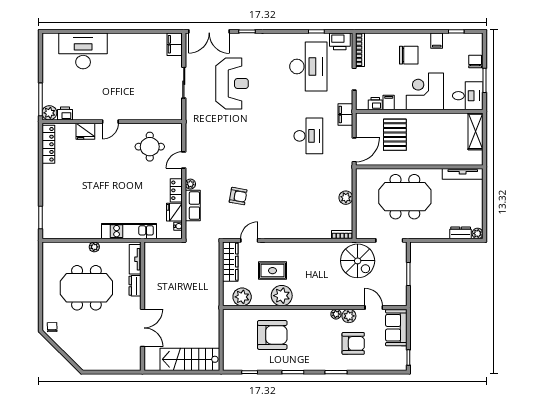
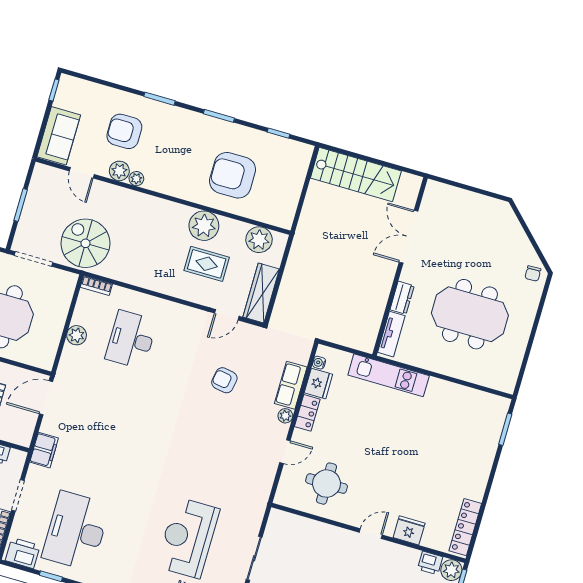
desk: (308, 136) -> (131, 340), moved
plant: (94, 247) -> (443, 367), removed

